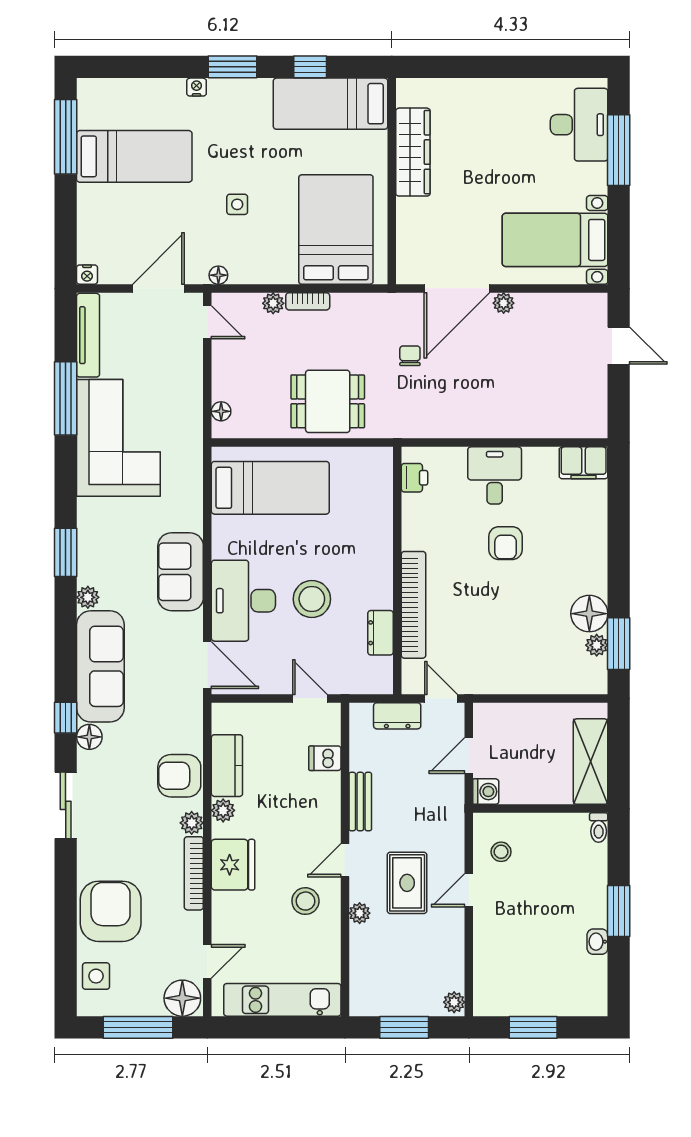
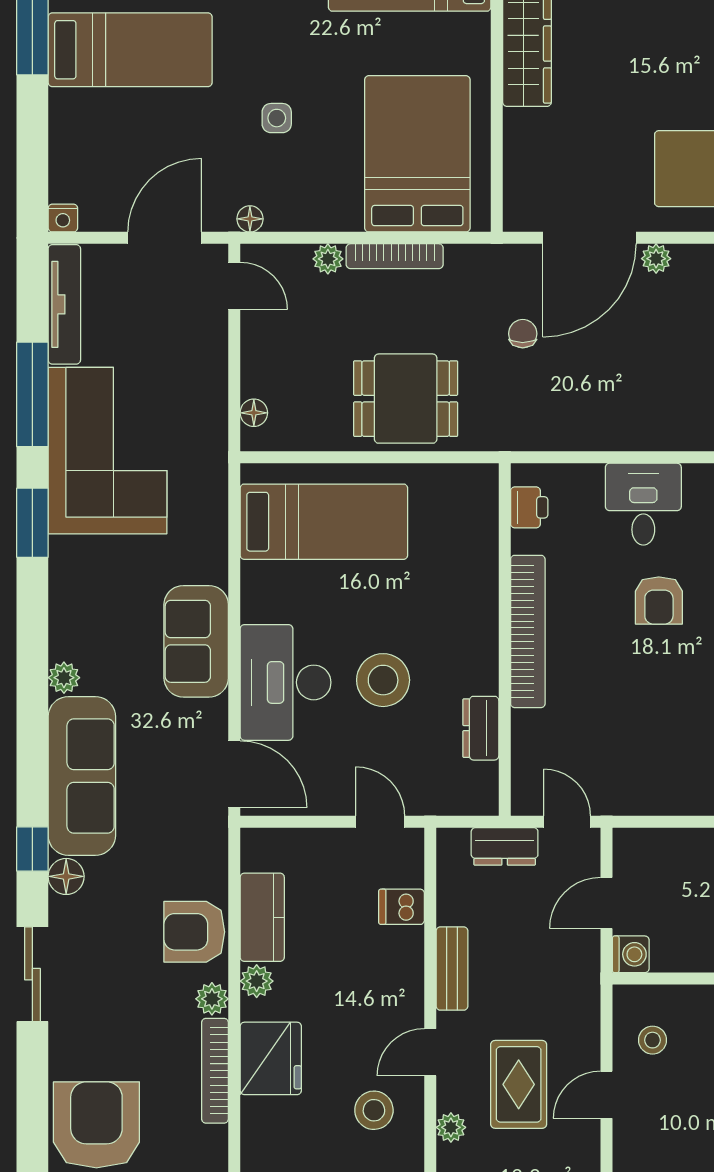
bookcase: (308, 301) -> (395, 256), width x1.56
window: (66, 552) -> (32, 523), moved
bookcase: (413, 605) -> (528, 631), moved

